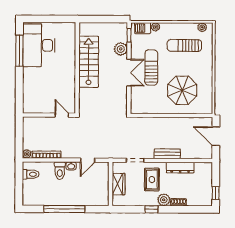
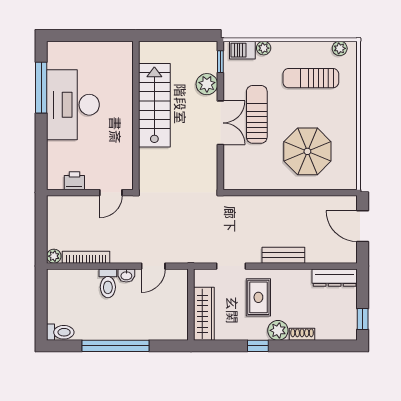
desk: (39, 45) -> (73, 105), moved
printer: (40, 108) -> (74, 181), added
door: (62, 115) -> (111, 193), swing flipped
dresser: (180, 168) -> (335, 278), moved
toilet: (31, 174) -> (60, 332), moved
wardrobe: (119, 184) -> (204, 314), width x1.50

